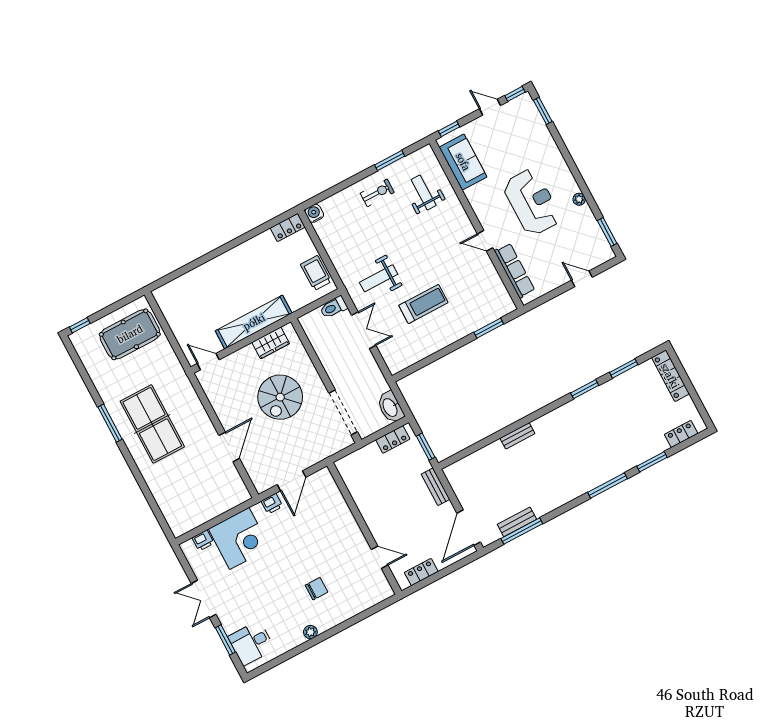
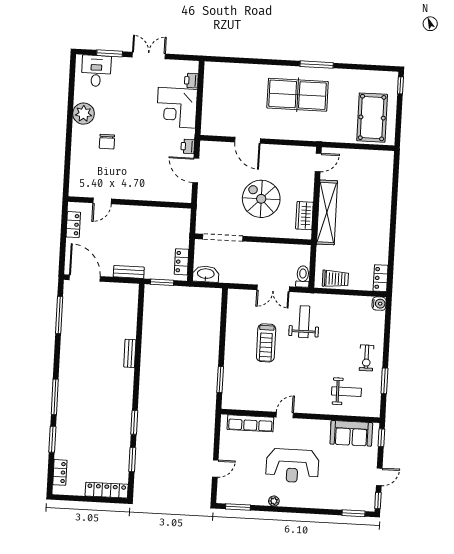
bench: (517, 522) -> (68, 315), removed
plant: (310, 632) -> (84, 114), width x1.88, depth x1.88

